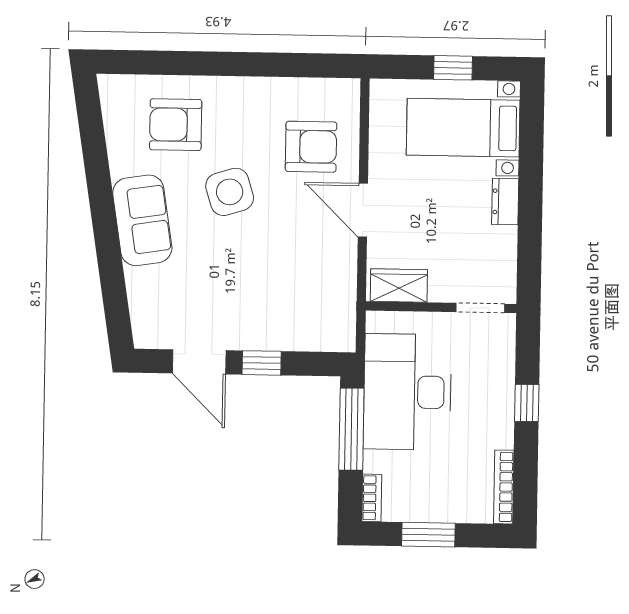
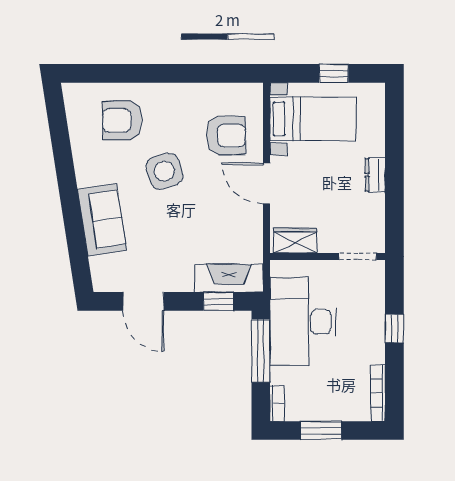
bed with nightstands: (463, 128) -> (313, 119), moved, turned 180
sofa: (142, 220) -> (102, 220), moved
fireplace: (312, 333) -> (229, 278), added
window: (262, 363) -> (218, 301), moved

